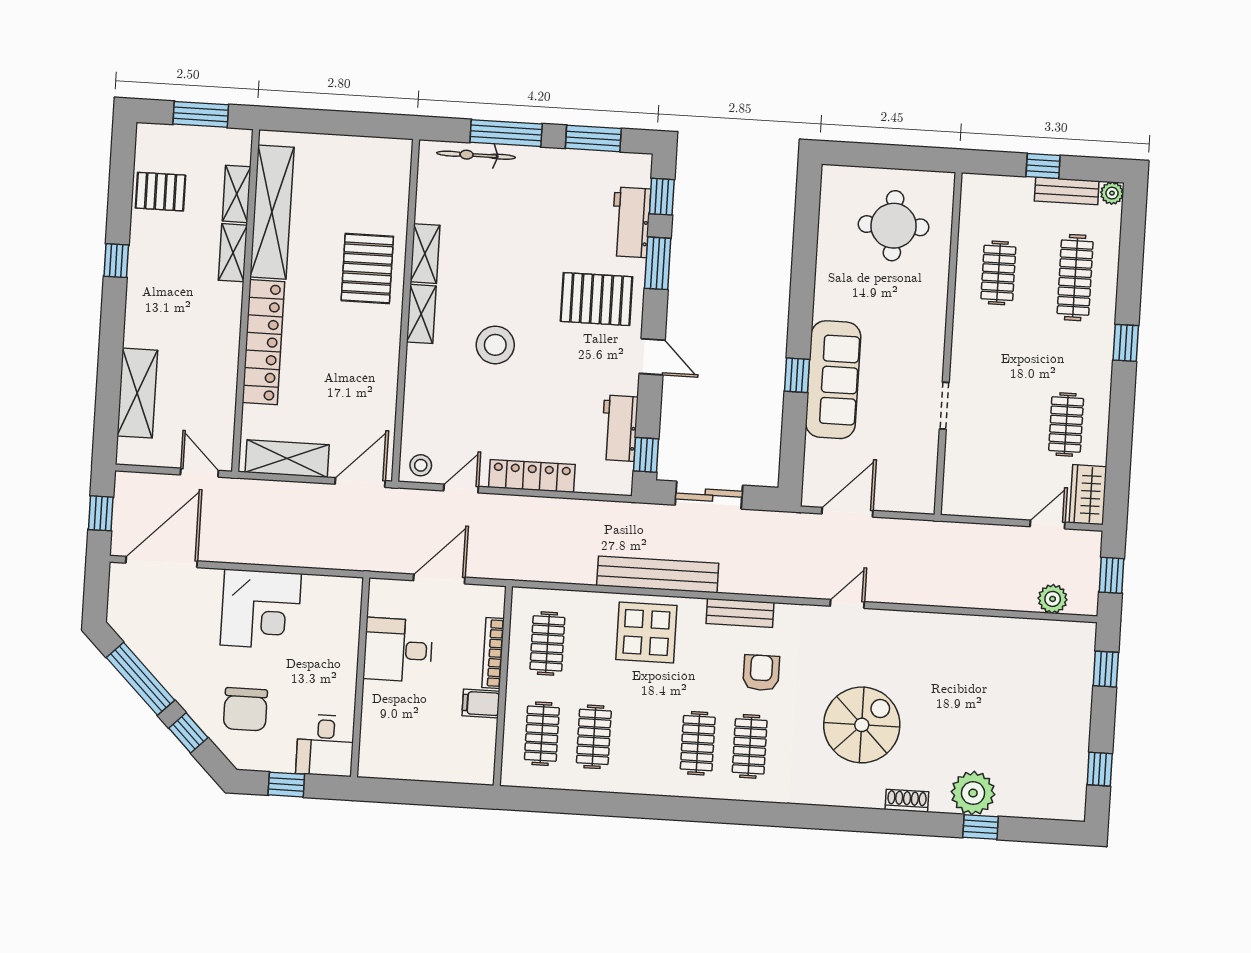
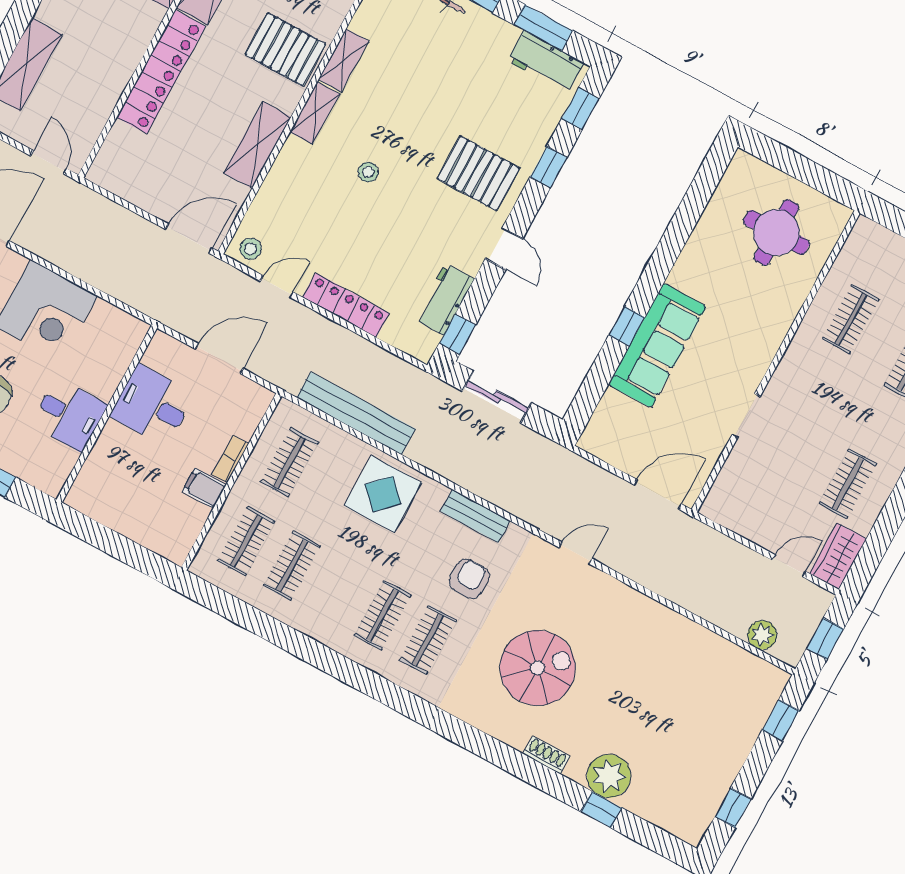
workbench: (631, 222) -> (546, 62), moved, turned -90
window: (658, 263) -> (549, 167), width x0.67
pallet: (367, 269) -> (285, 49), turned 90
stool: (495, 345) -> (368, 172), width x0.53, depth x0.53
shelving: (287, 459) -> (257, 145), moved, turned 90
door: (847, 512) -> (658, 494), moved
bench: (658, 574) -> (356, 413), moved
bookcase: (493, 653) -> (230, 459), width x0.64
desk: (325, 745) -> (69, 415), moved, turned -90

